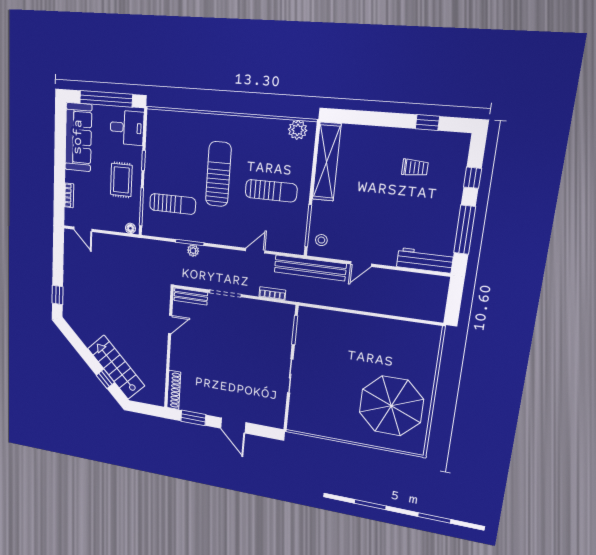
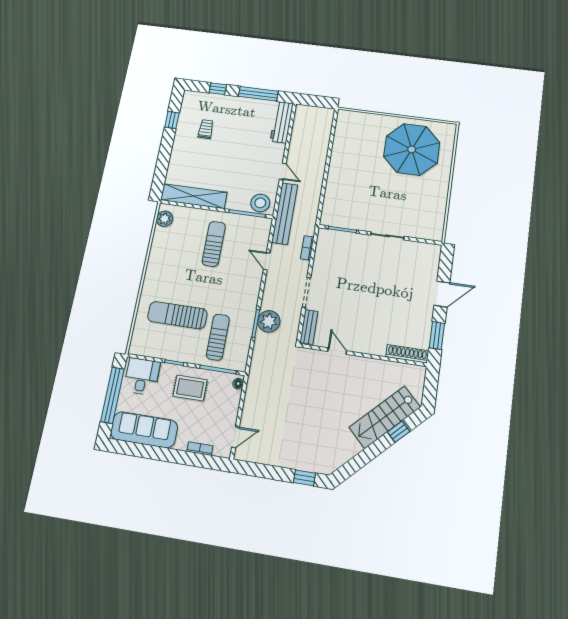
sun lounger: (218, 174) -> (177, 315), moved
stool: (321, 240) -> (260, 203), width x1.89, depth x1.89
plant: (193, 251) -> (269, 321), width x1.87, depth x1.87

